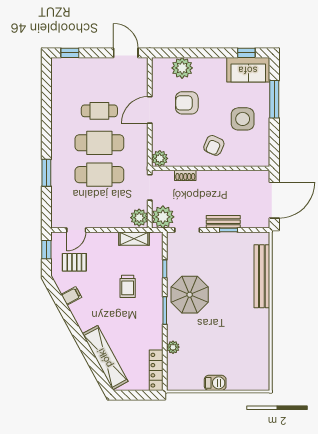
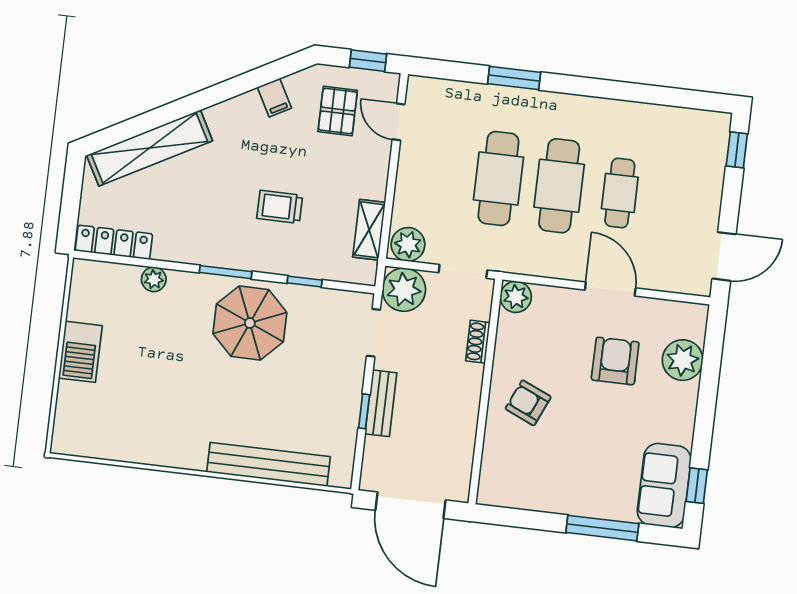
side table: (243, 119) -> (572, 463), removed
barbecue: (215, 383) -> (80, 352), width x1.38, depth x1.27

